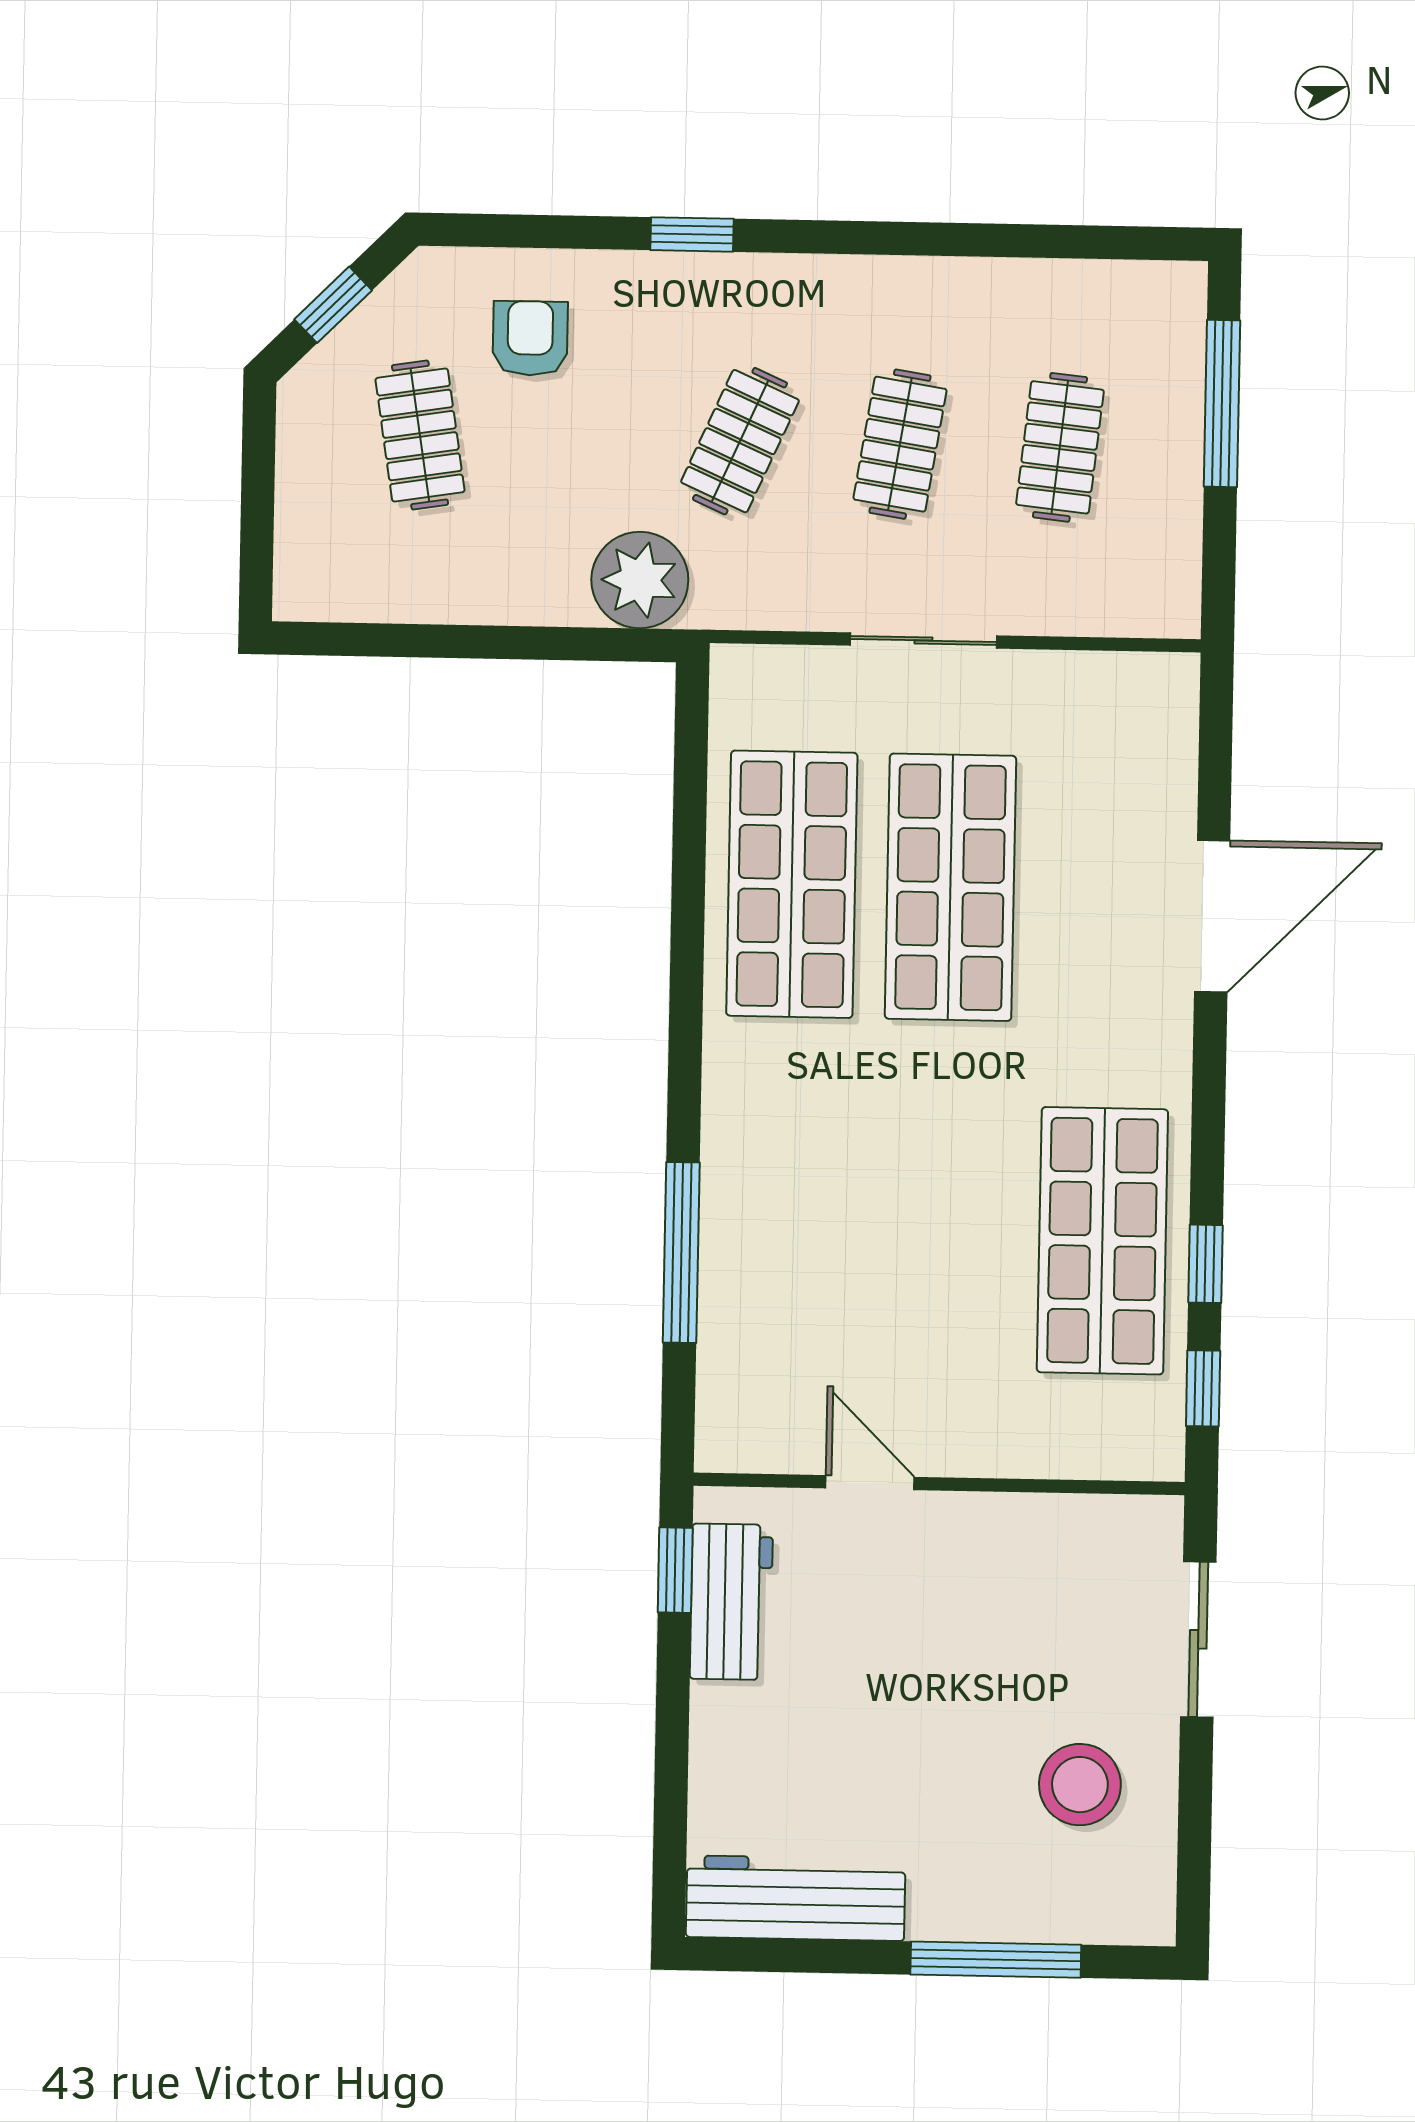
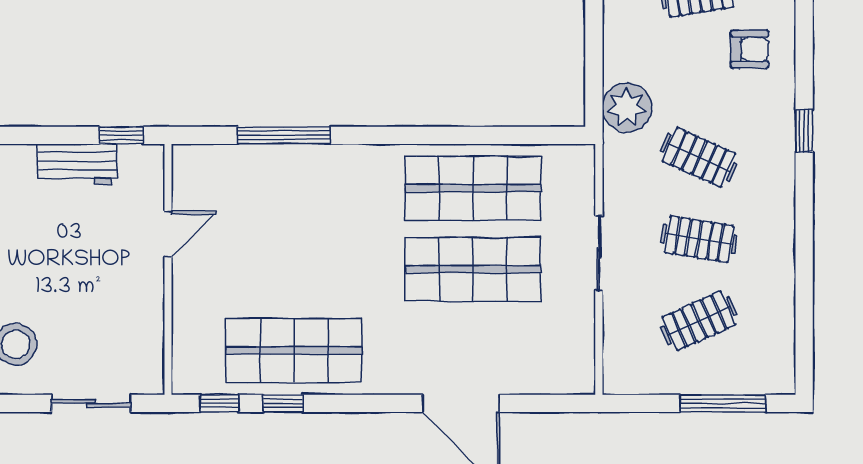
clothes rail: (1060, 447) -> (699, 321), turned -30
workbench: (731, 1602) -> (77, 164), moved

